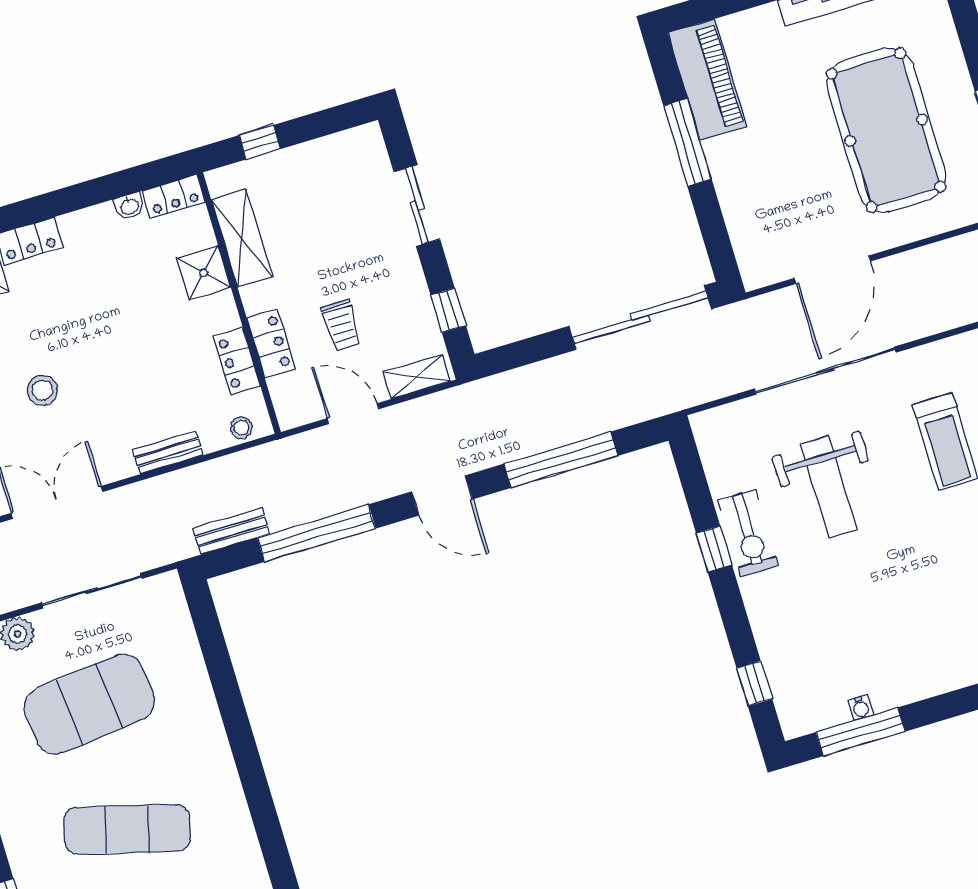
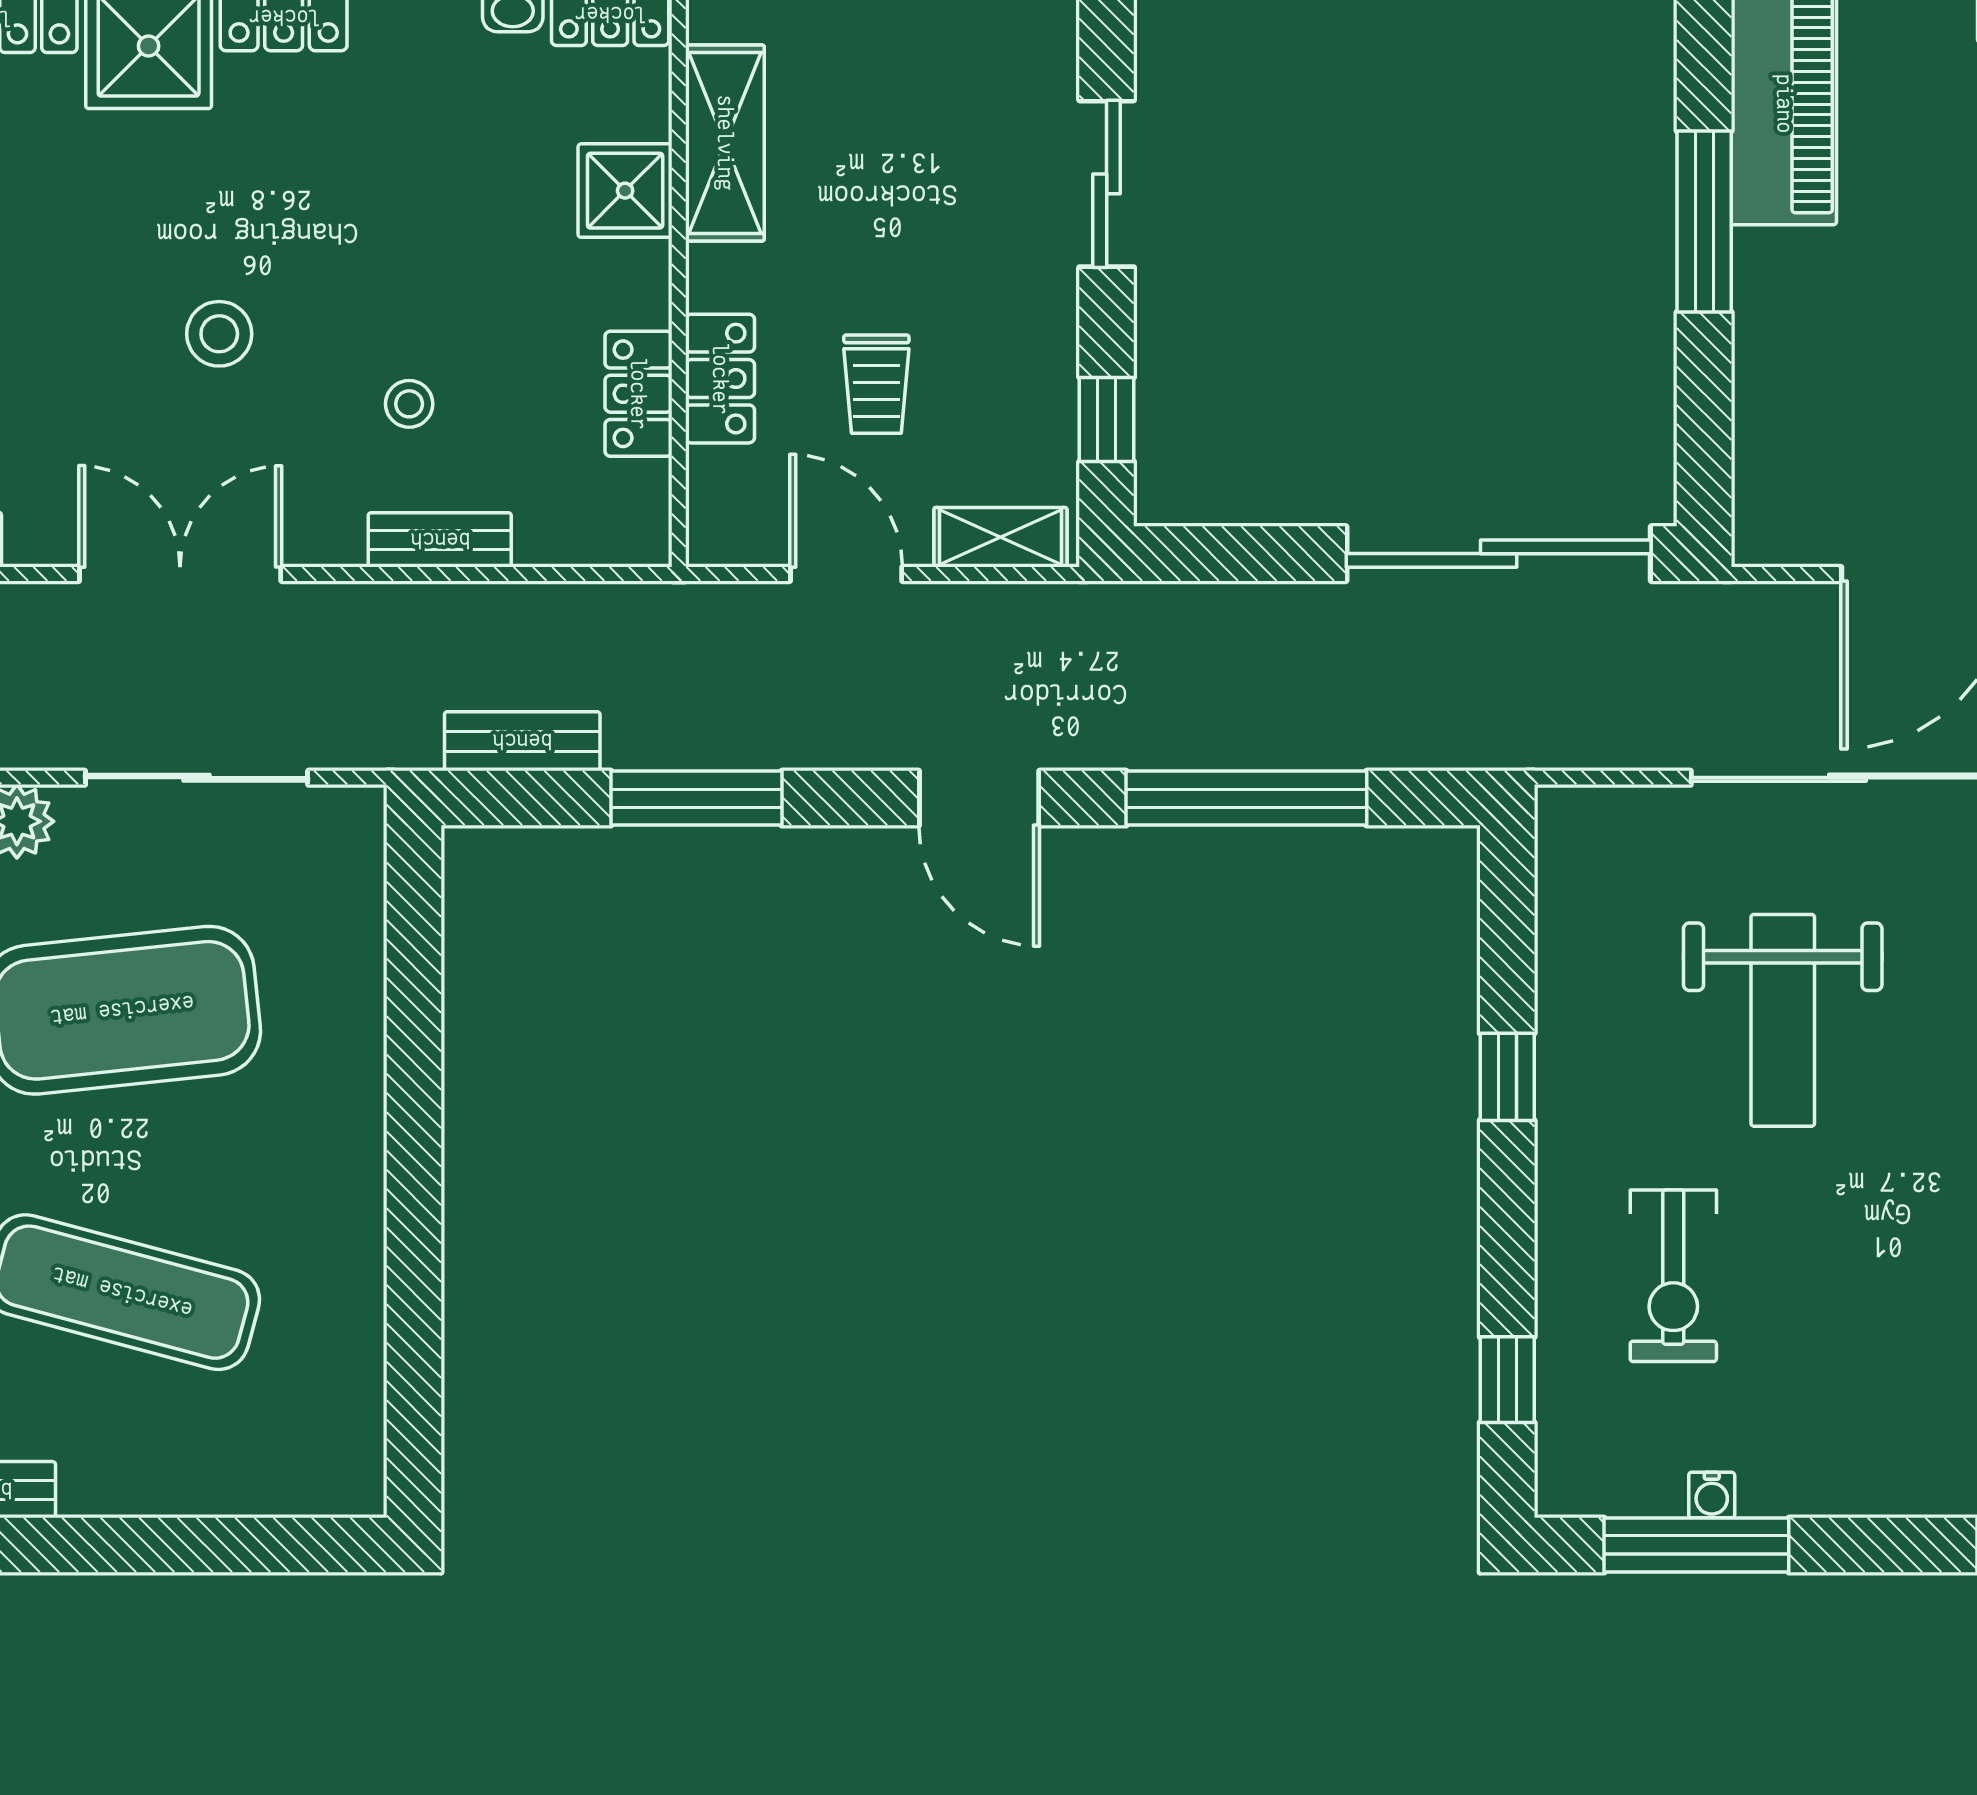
stool: (241, 428) -> (409, 404), moved
window: (316, 533) -> (696, 798), width x0.68
exercise bike: (748, 533) -> (1673, 1276), moved

